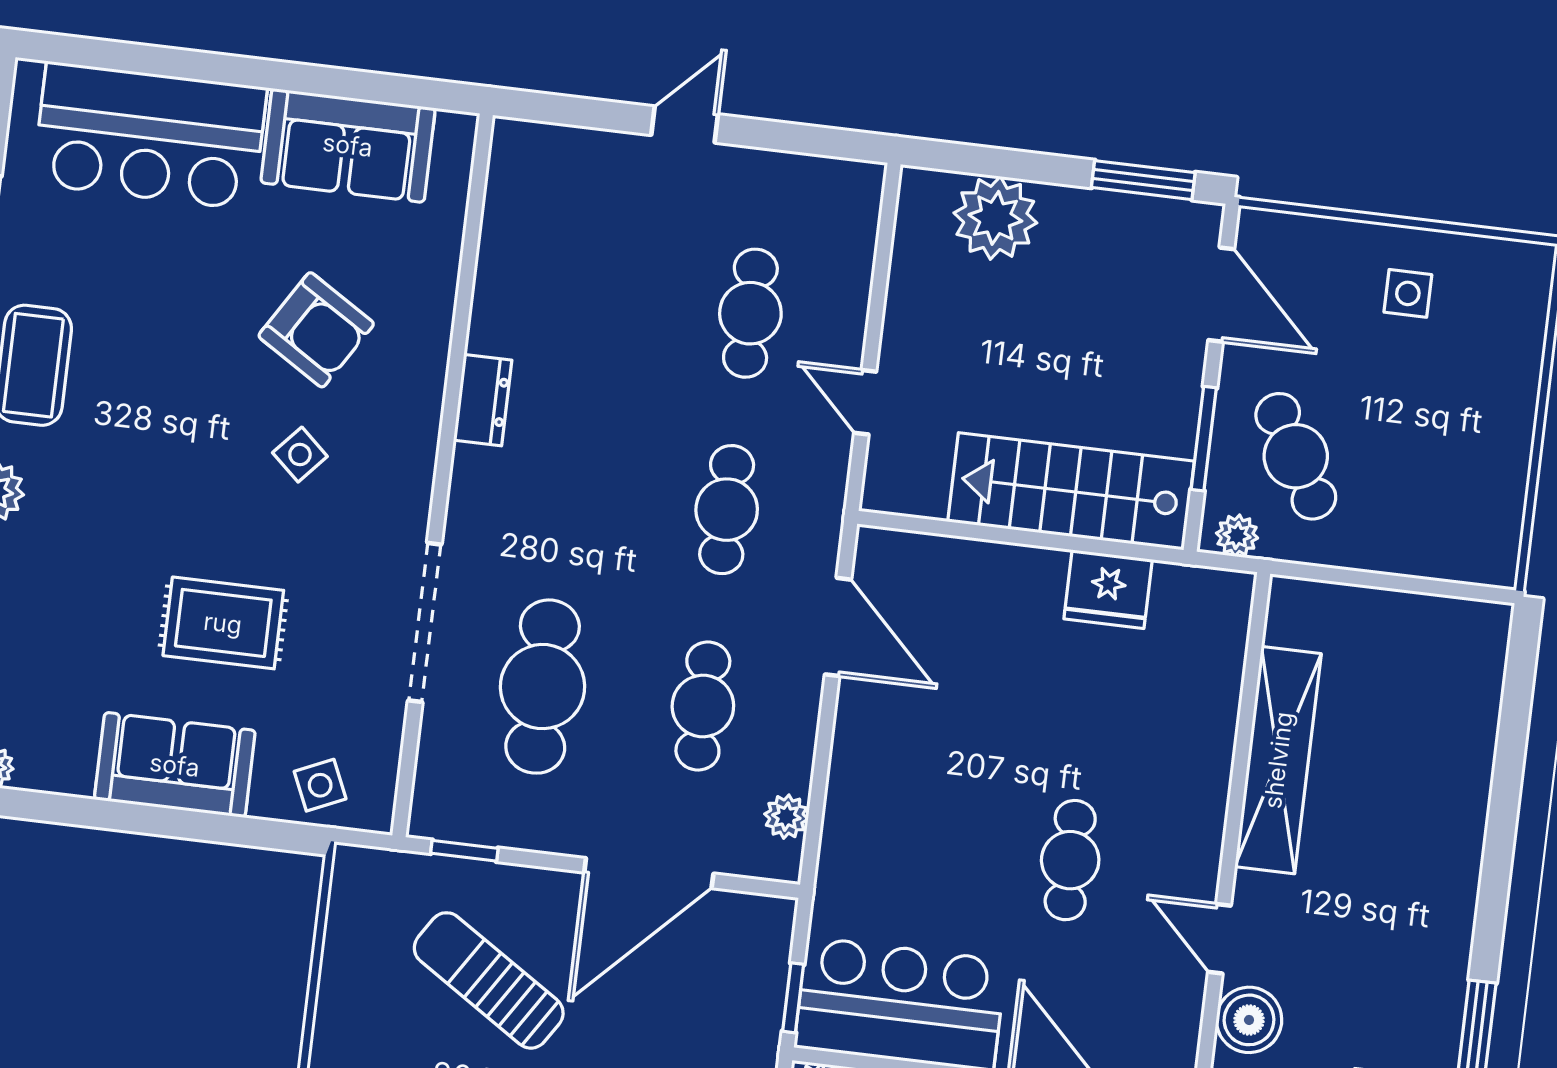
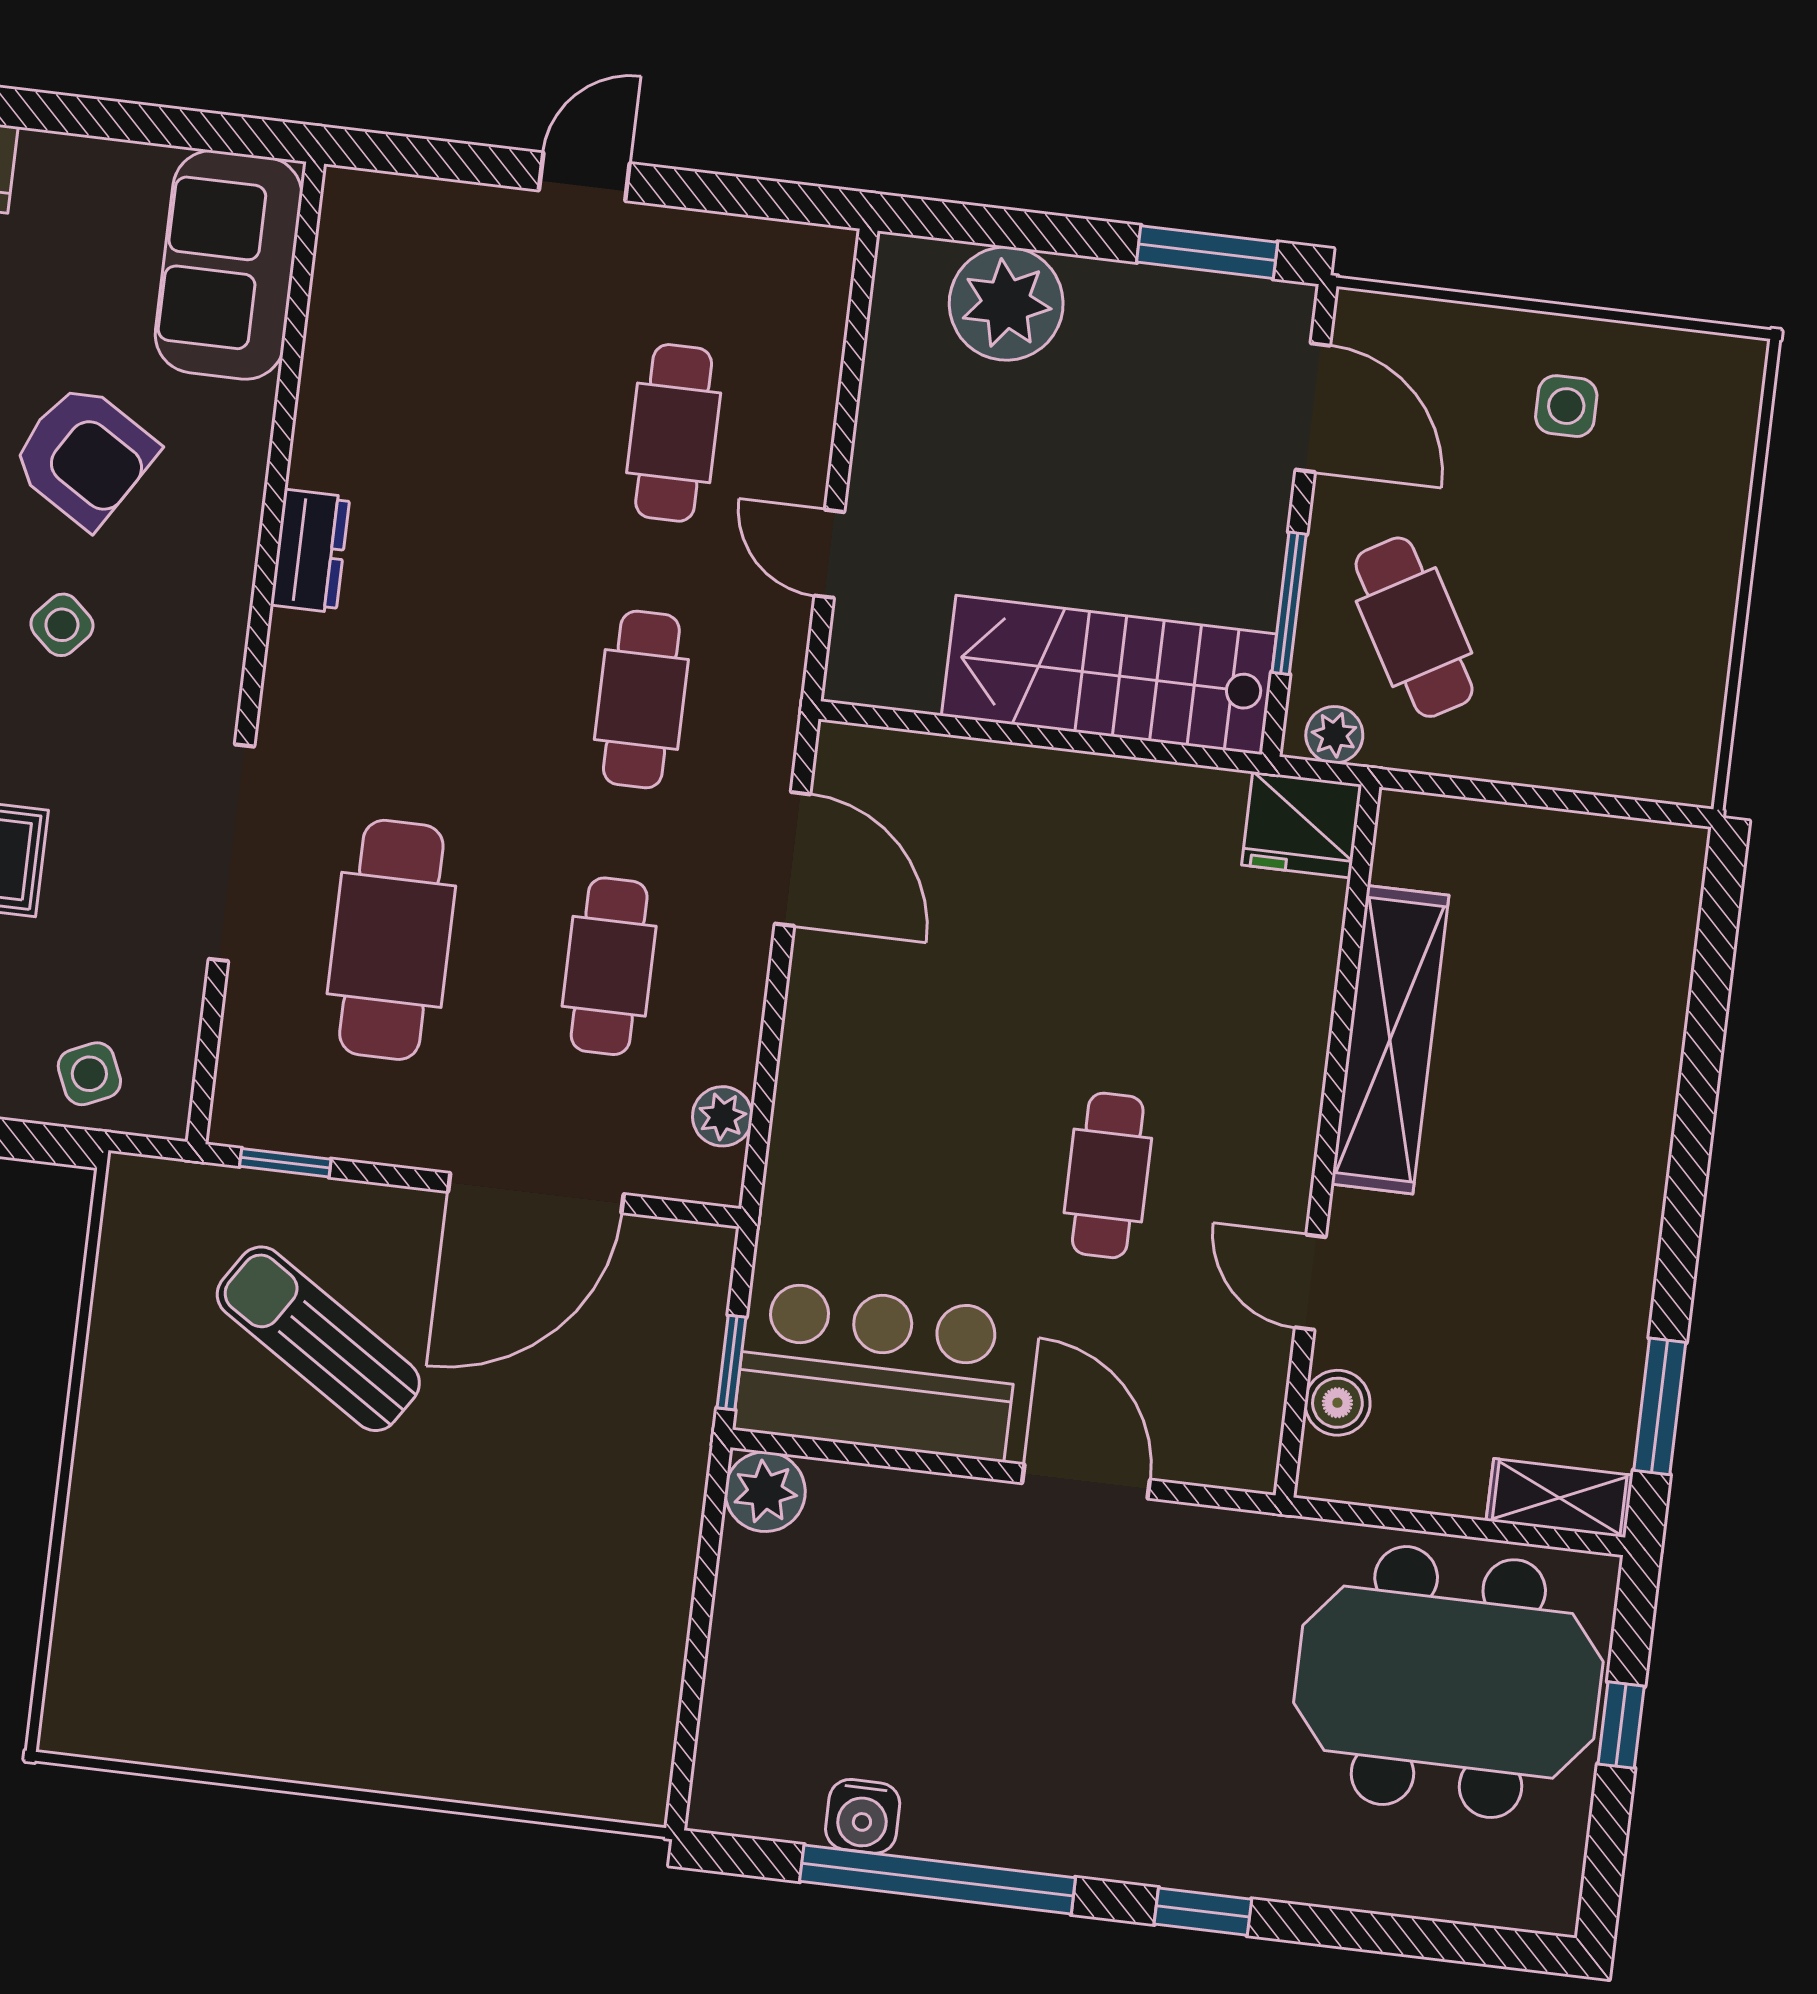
sofa: (348, 145) -> (229, 265), moved, turned 90
fridge: (1108, 589) -> (1302, 825), moved
boiler: (1249, 1020) -> (1337, 1403), width x0.73, depth x0.73

